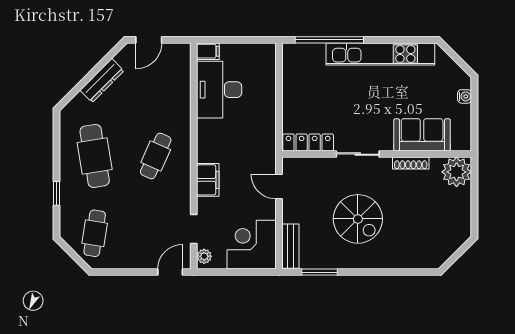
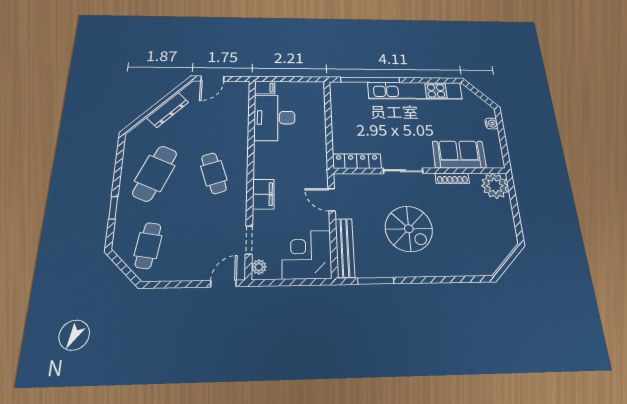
cafe table: (95, 156) -> (155, 173), turned 33
cafe table: (156, 156) -> (214, 173), turned -42
bench: (290, 246) -> (345, 248), width x1.36

